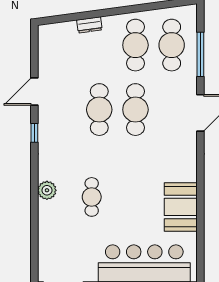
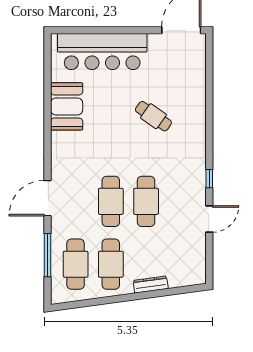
dresser: (89, 25) -> (151, 285), width x1.44
plant: (47, 190) -> (197, 123), removed
cafe table: (92, 197) -> (153, 116), turned -55

